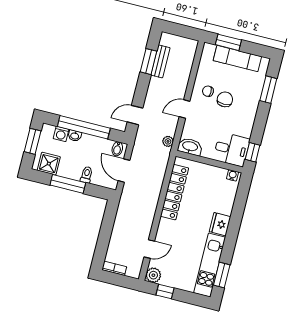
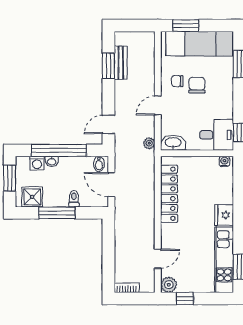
exam couch: (237, 59) -> (199, 44), width x1.36, depth x1.45

